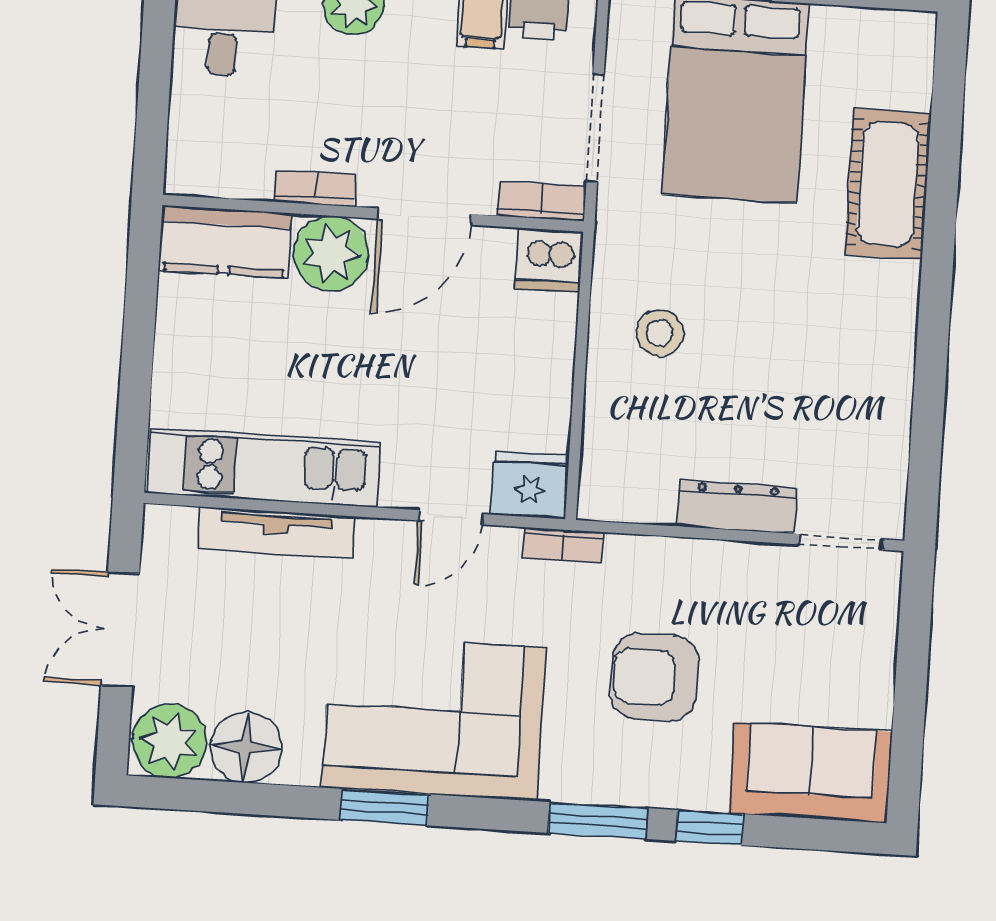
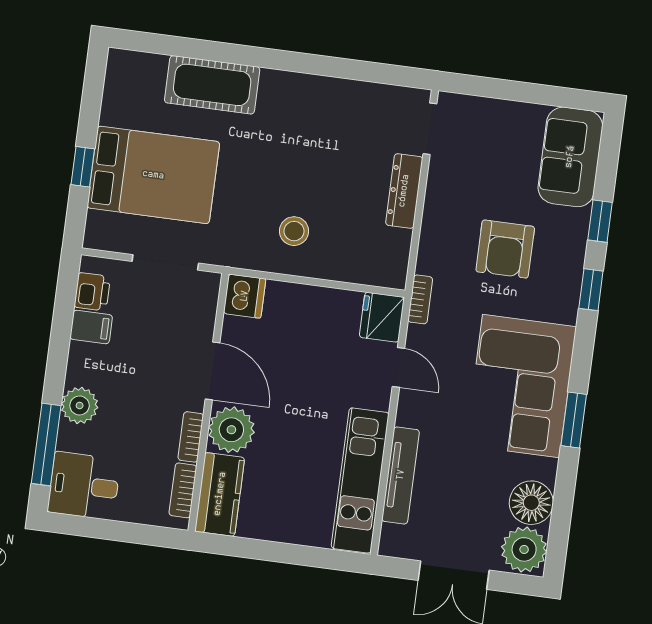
bookcase: (542, 201) -> (183, 490), moved
window: (598, 821) -> (591, 290), width x0.67

